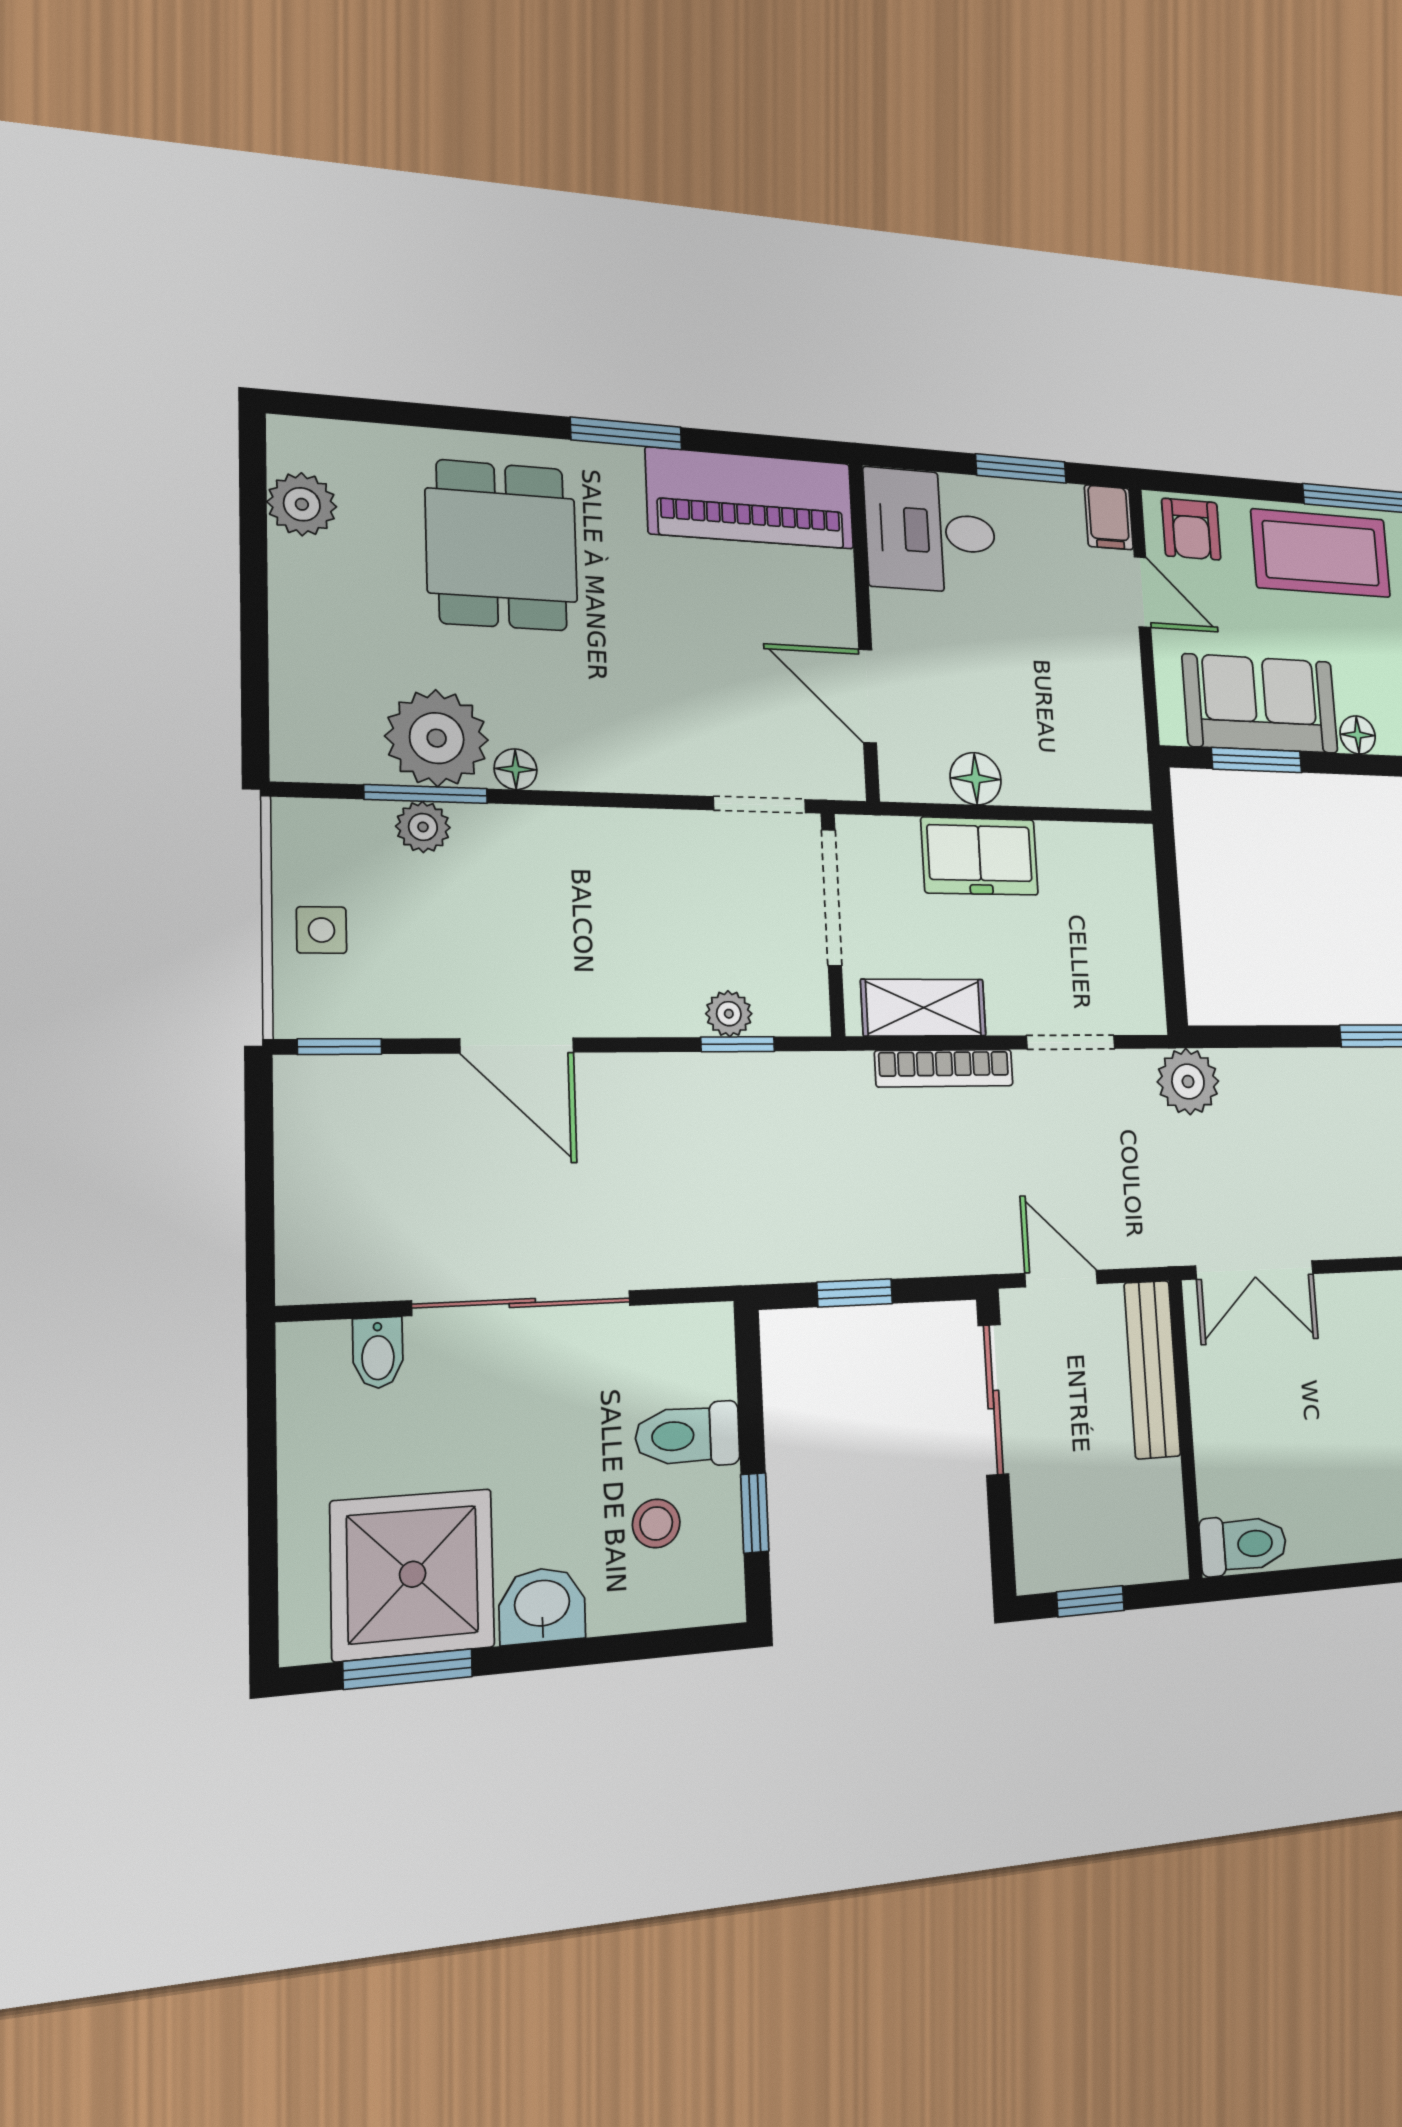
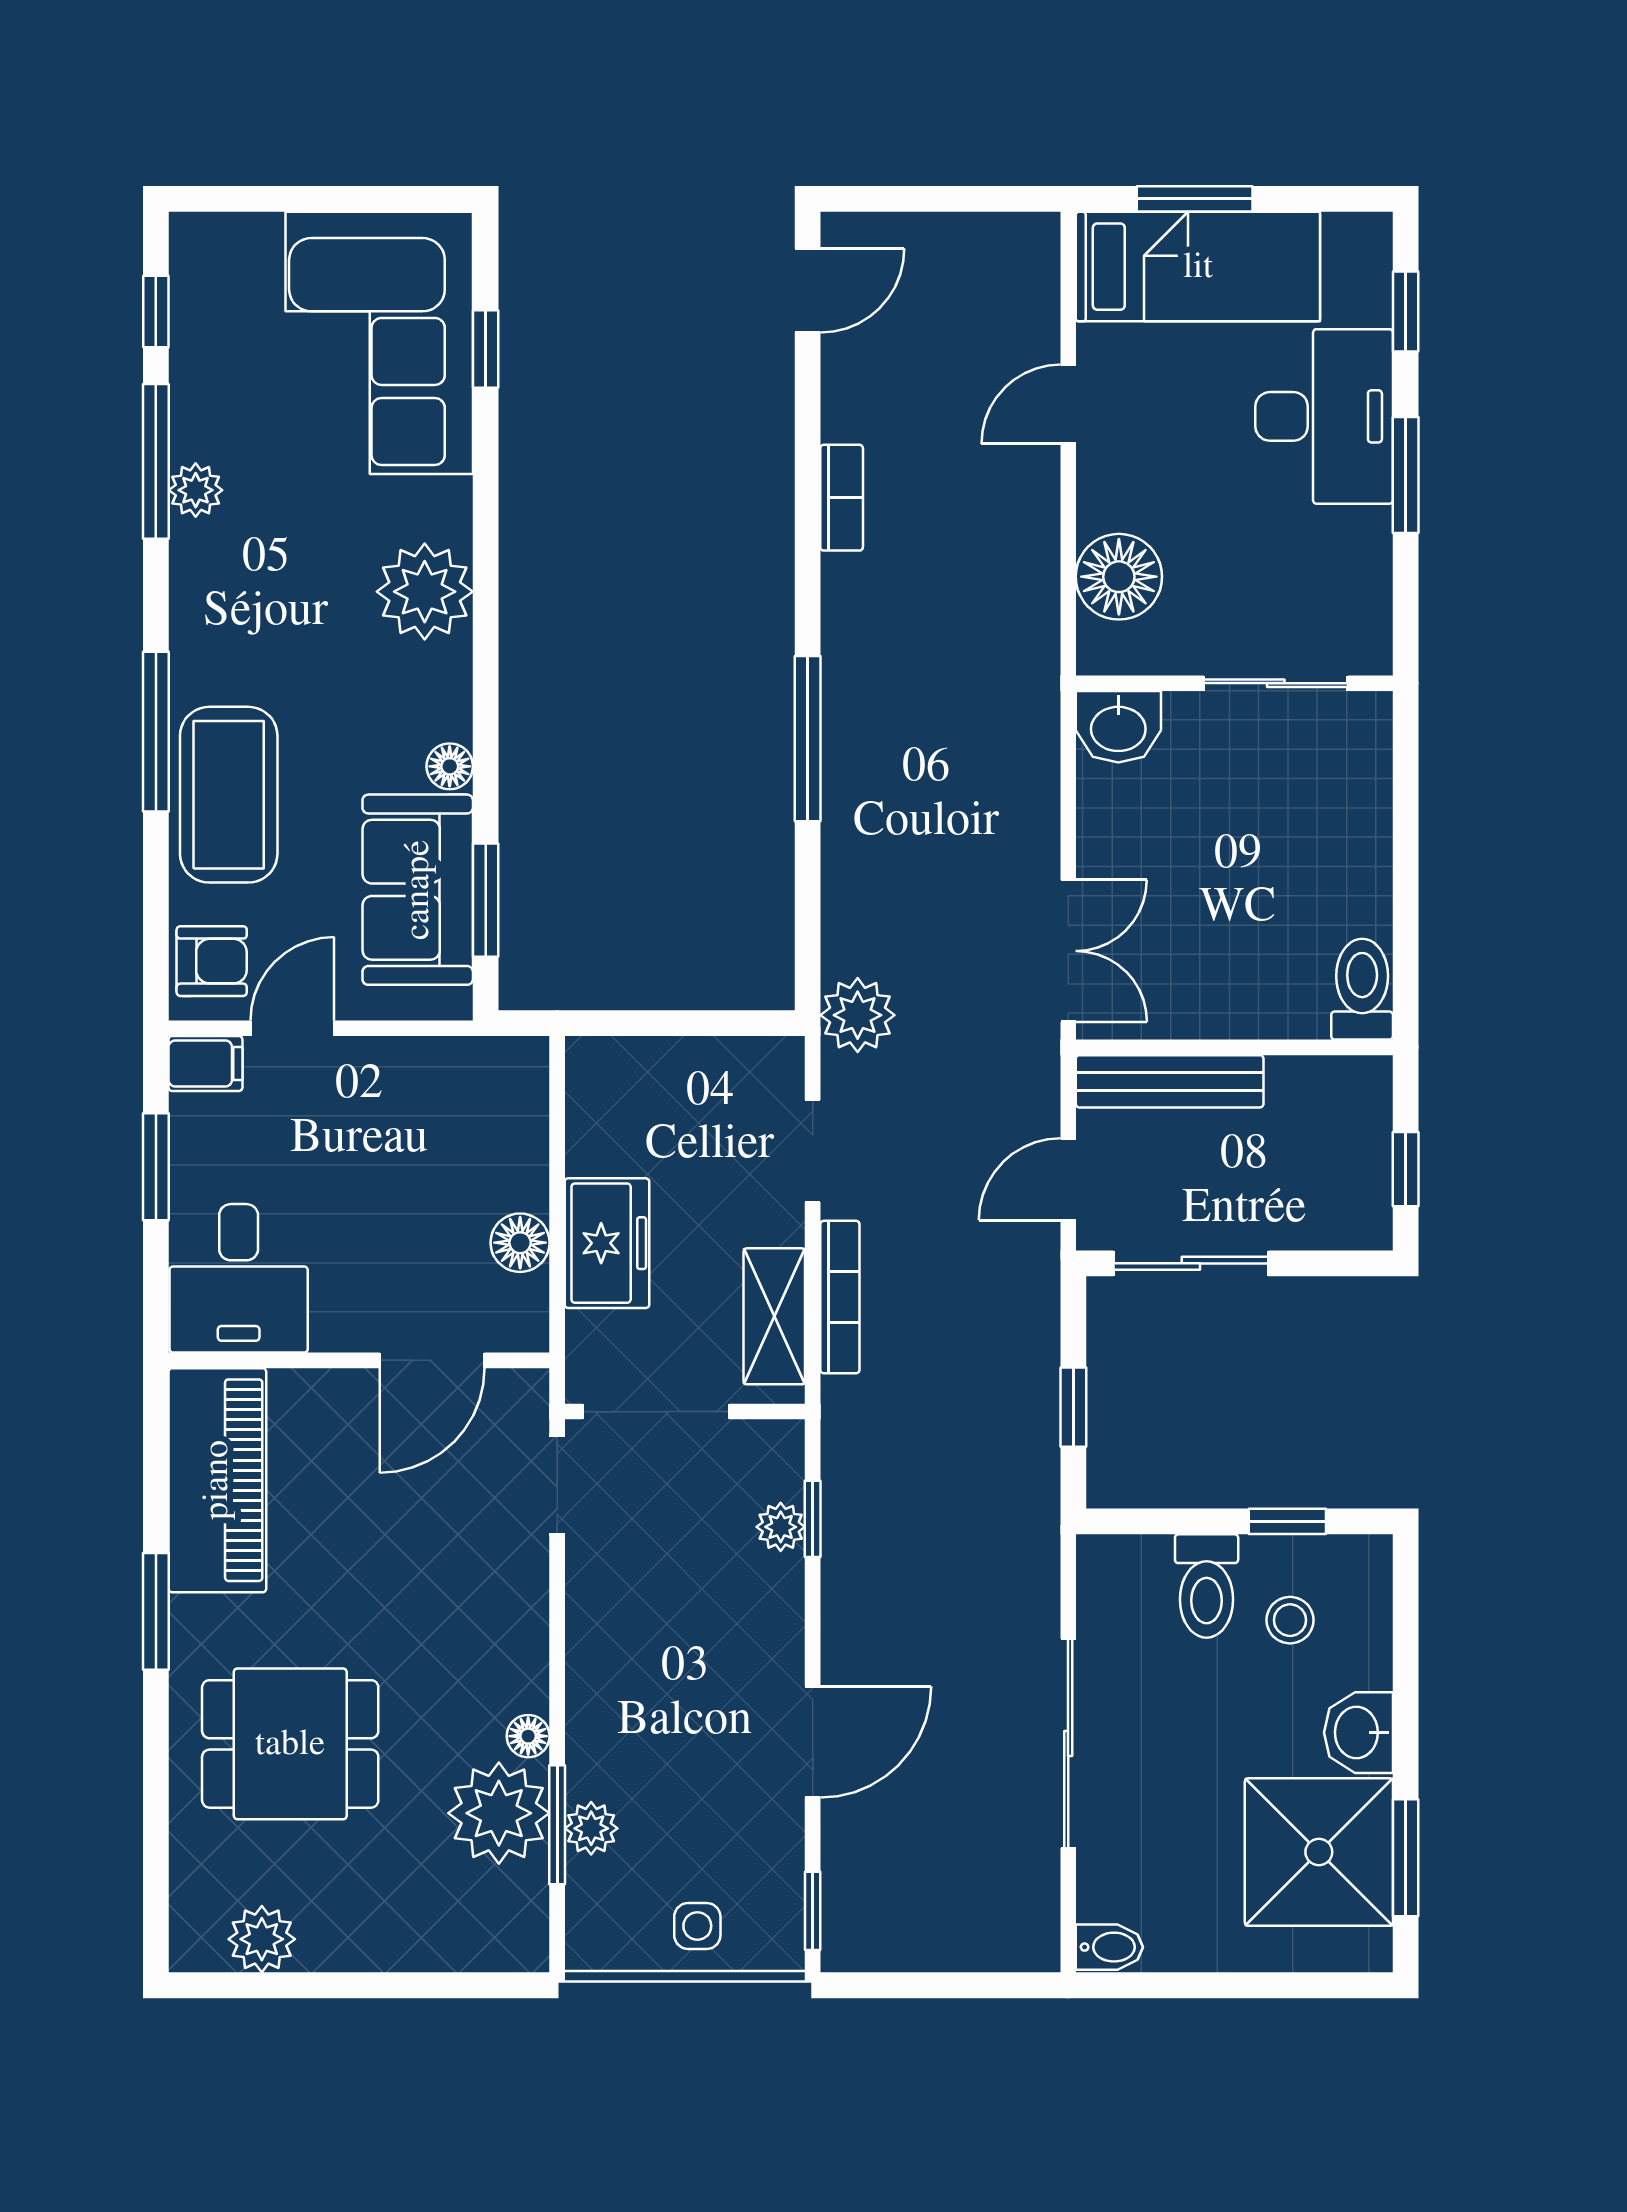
bidet: (378, 1353) -> (1109, 1947), moved

